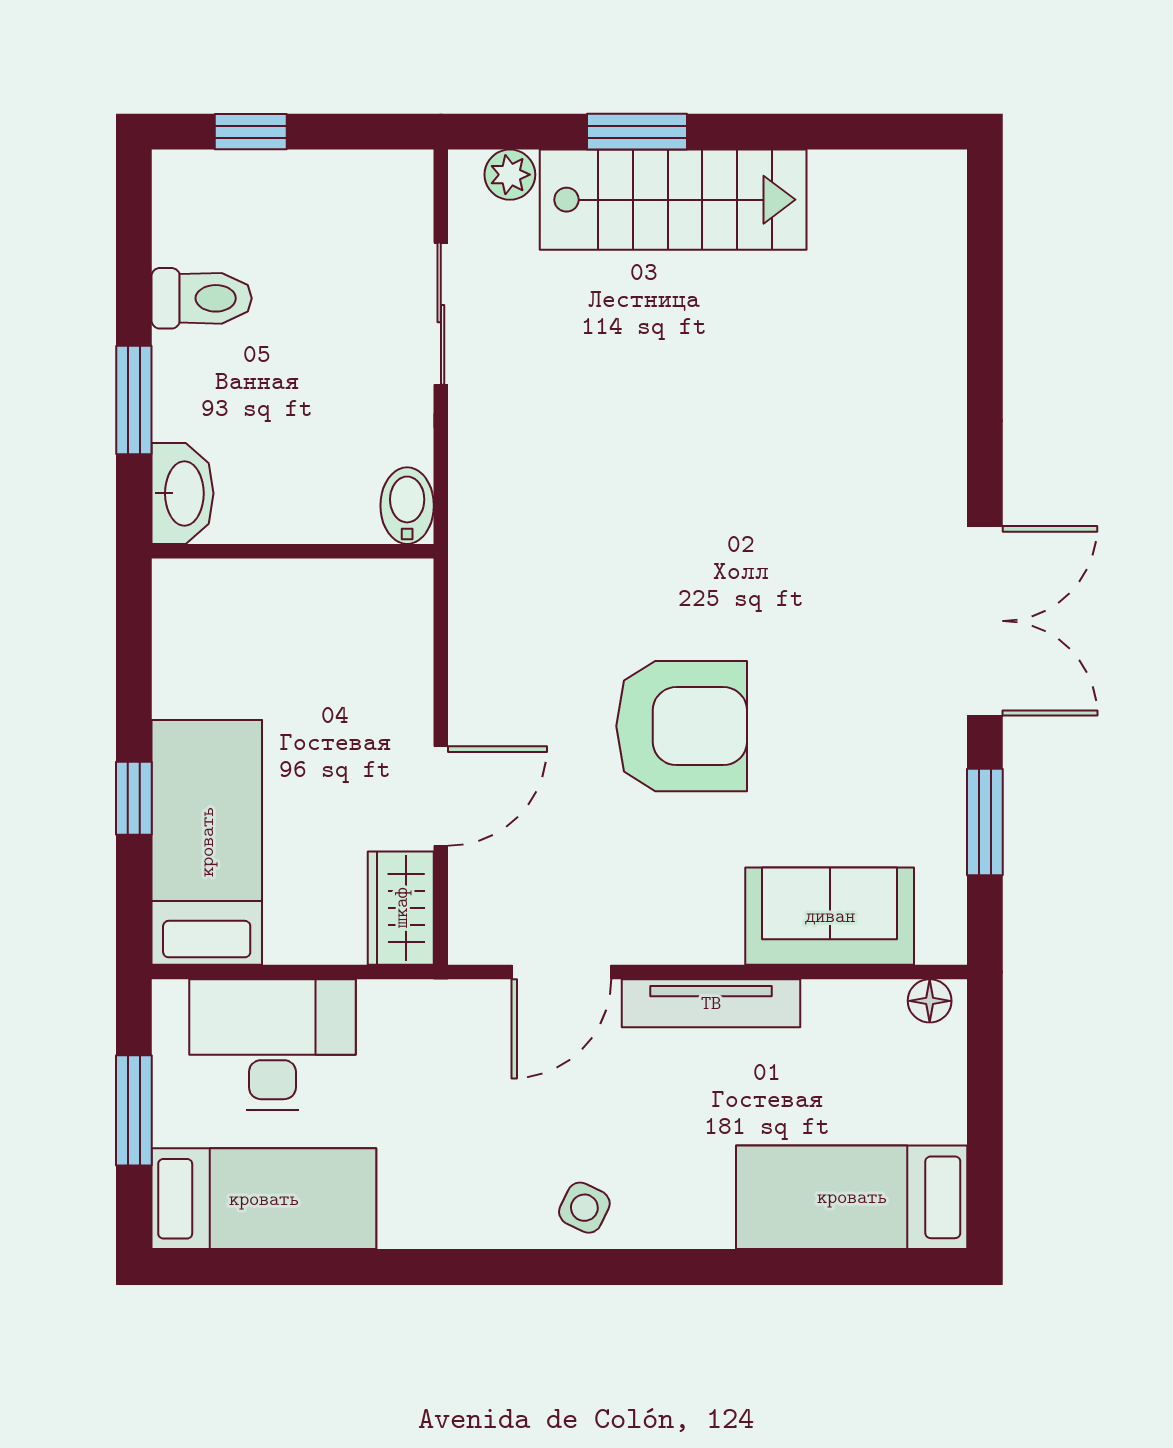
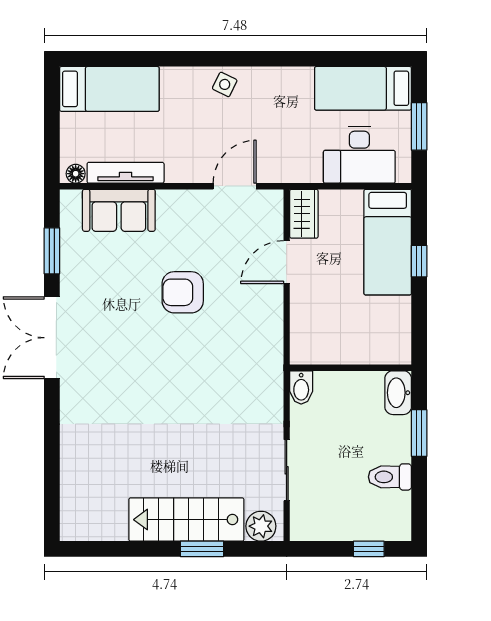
plant: (510, 175) -> (261, 526), width x1.38, depth x1.38
armchair: (682, 726) -> (183, 292), width x0.73, depth x0.73
tv unit: (711, 1003) -> (126, 173), moved

